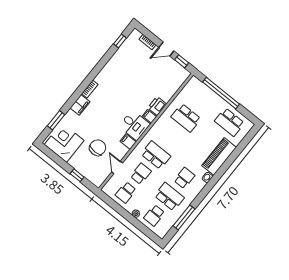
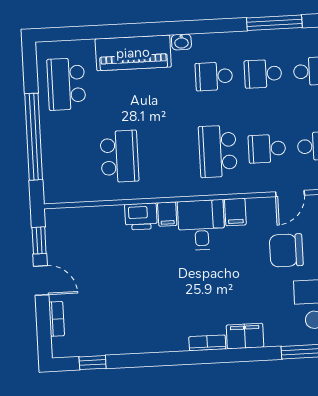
school desk: (229, 122) -> (66, 84), turned 180
school desk: (169, 197) -> (263, 74), width x0.54

